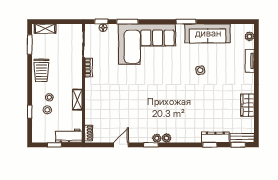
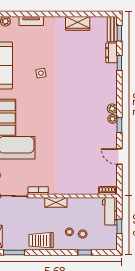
trolley: (41, 70) -> (41, 240), turned 180
shelving: (77, 100) -> (56, 202), moved
dresser: (215, 137) -> (111, 53), width x0.70

